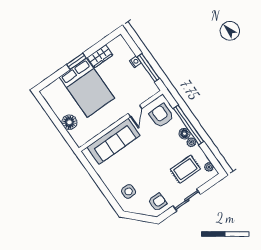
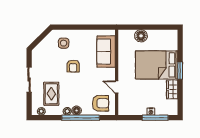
window: (148, 68) -> (155, 118), moved
sofa: (114, 141) -> (106, 52), width x0.73
armchair: (158, 202) -> (73, 66), moved

